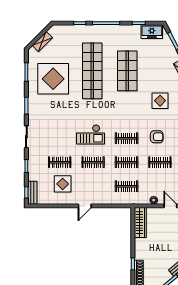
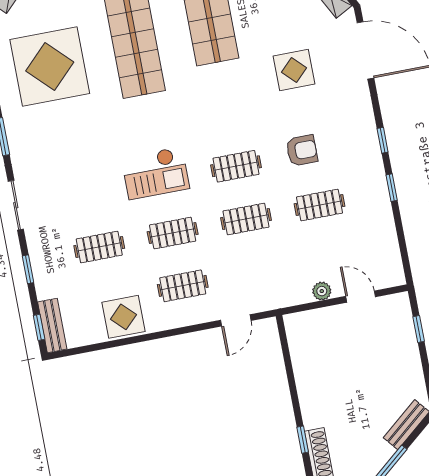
display table: (63, 184) -> (123, 317), moved
clothes rail: (126, 186) -> (183, 286), moved
door: (85, 206) -> (236, 320), moved
wardrobe: (140, 223) -> (302, 346), removed

